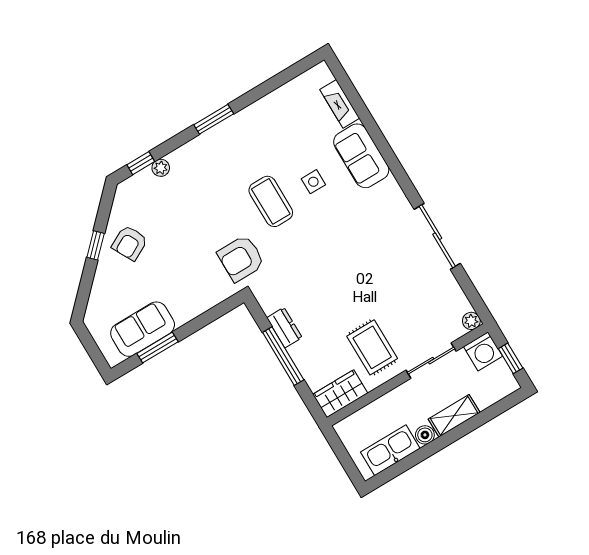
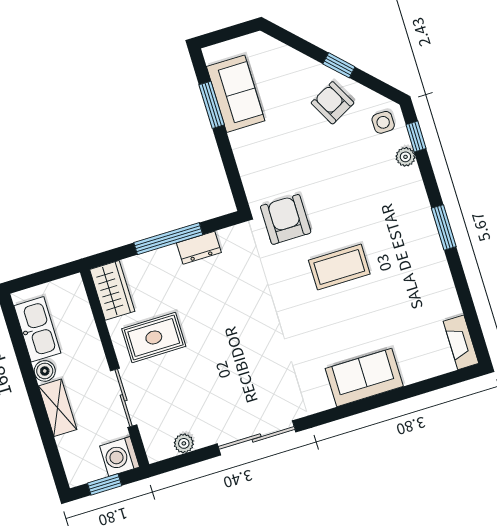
fireplace: (340, 104) -> (461, 342), moved, turned -90
side table: (313, 182) -> (383, 122), moved
plant: (471, 321) -> (184, 443), moved

